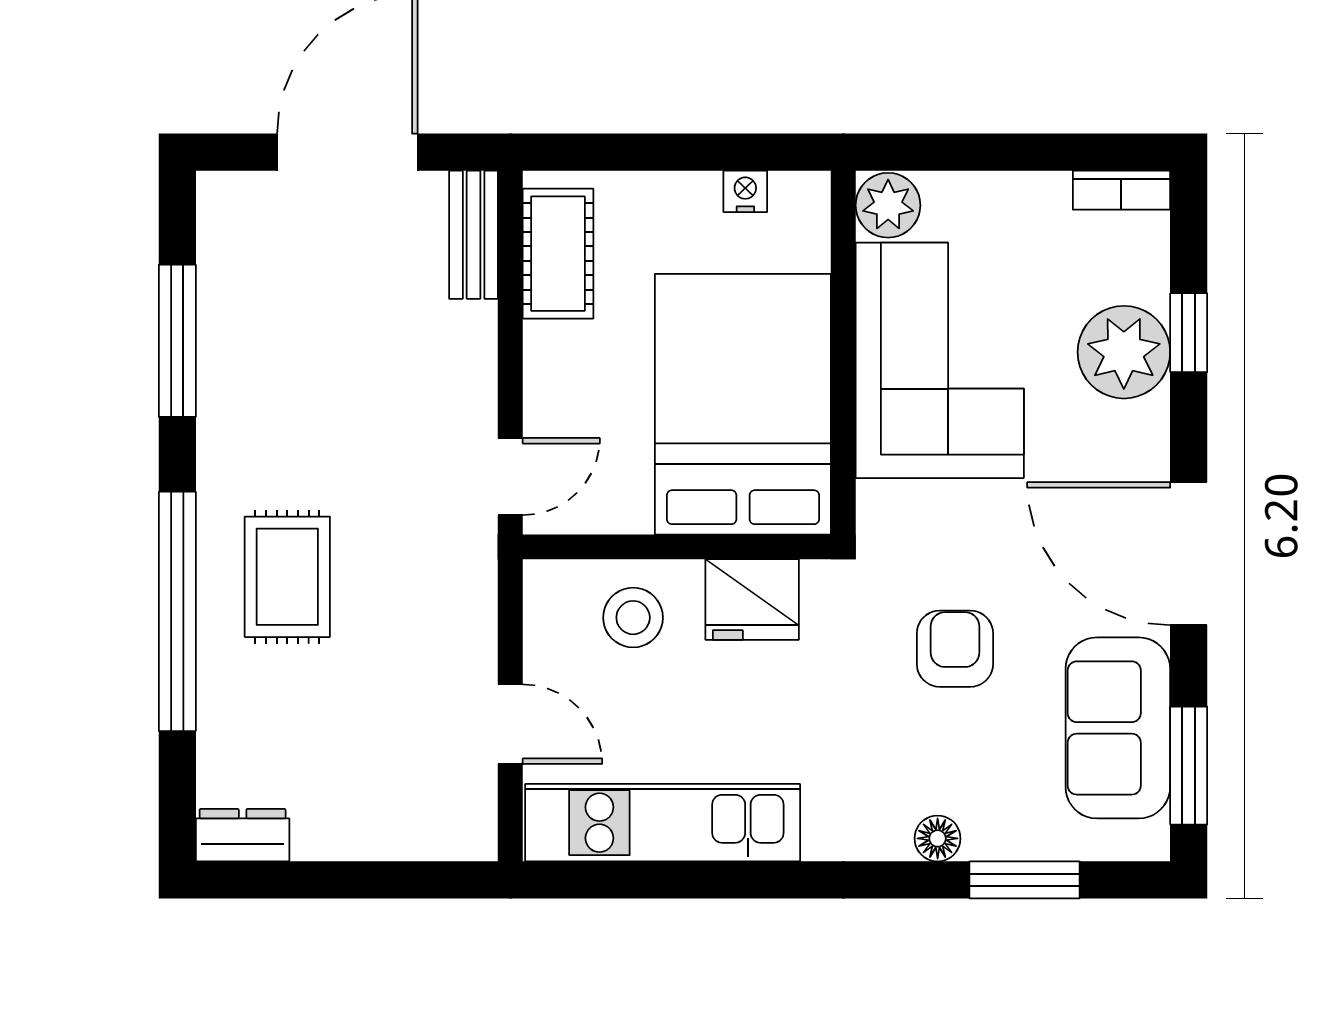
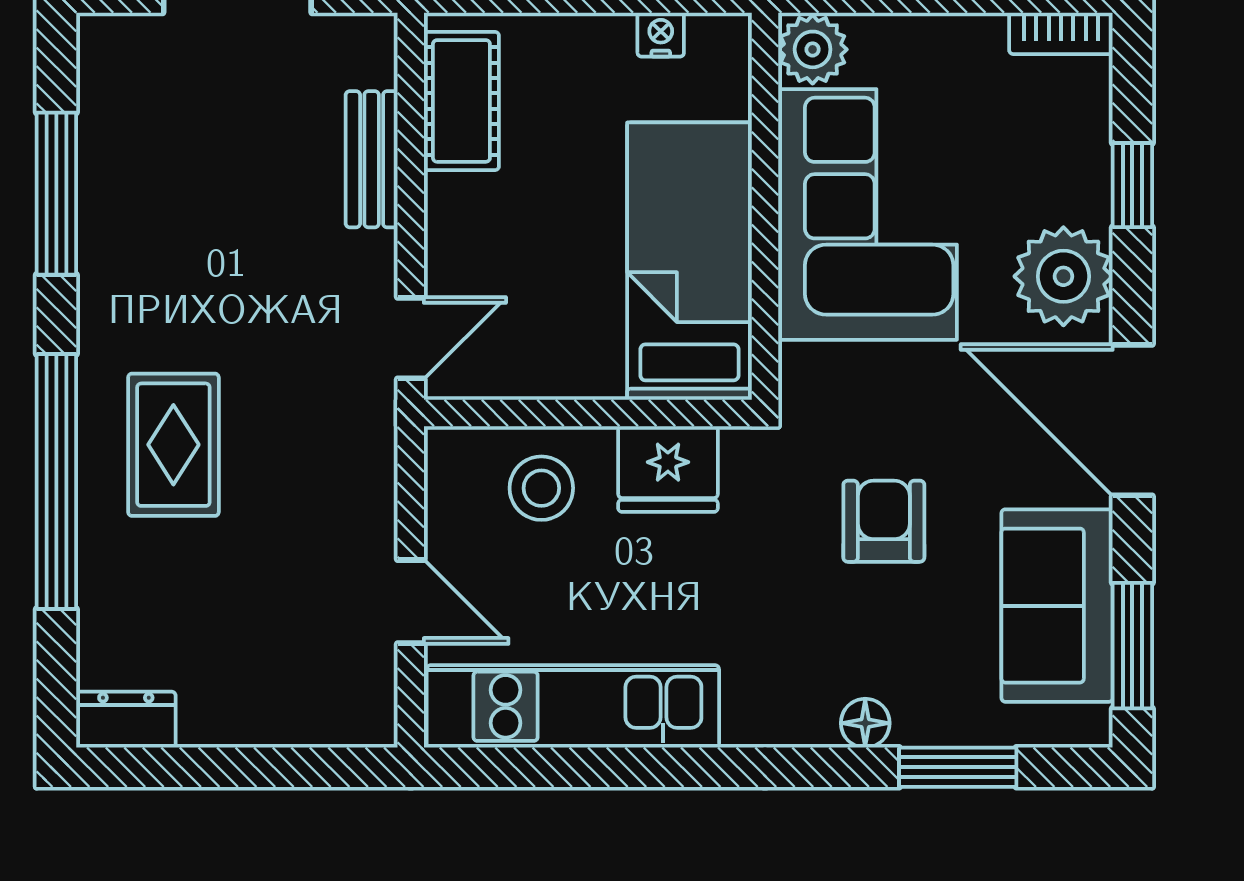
bench: (474, 235) -> (372, 159), moved
plant: (1124, 352) -> (1063, 276), moved
bed: (743, 404) -> (689, 261), width x0.67

